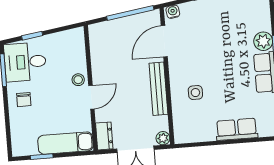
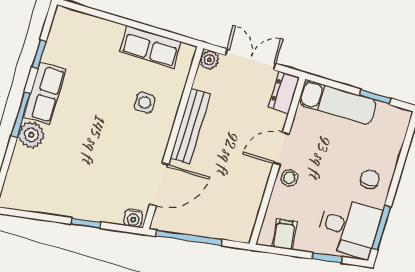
filing cabinet: (67, 40) -> (284, 234), added
row of seats: (237, 129) -> (151, 47), moved

